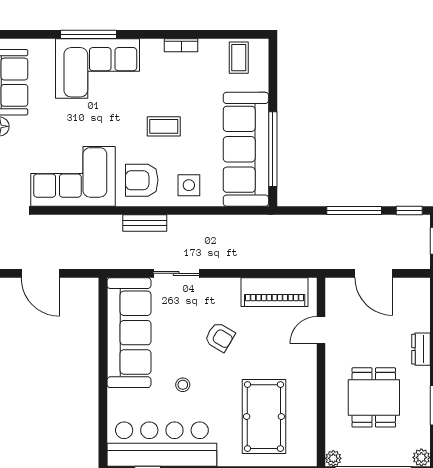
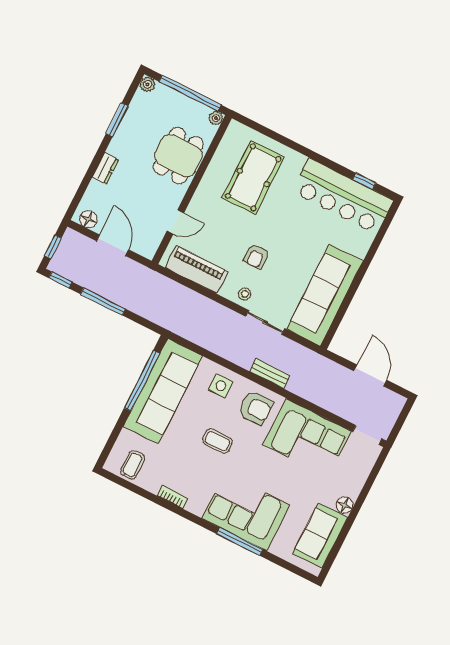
floor lamp: (412, 288) -> (88, 219), added
armchair: (220, 337) -> (256, 256), turned -121
stool: (183, 385) -> (245, 294), moved
dining table: (374, 397) -> (178, 156), moved

